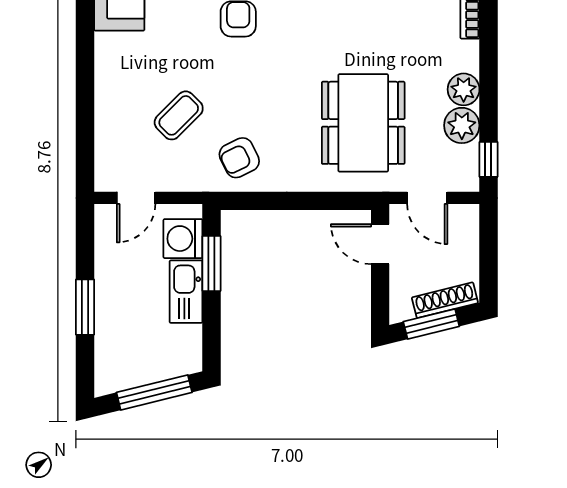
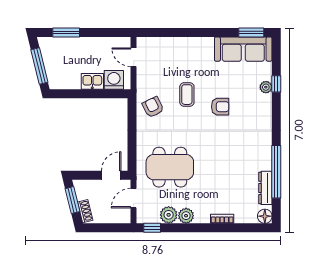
coffee table: (179, 115) -> (187, 95), moved, turned 45
window: (211, 263) -> (102, 94), removed
kitchen sink: (186, 292) -> (92, 81), width x0.73
shoe rack: (445, 300) -> (85, 211), width x0.70
window: (85, 307) -> (66, 32), moved

